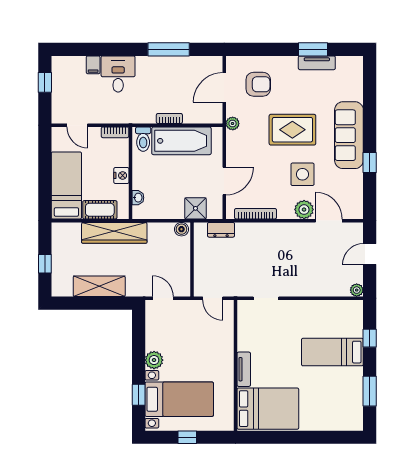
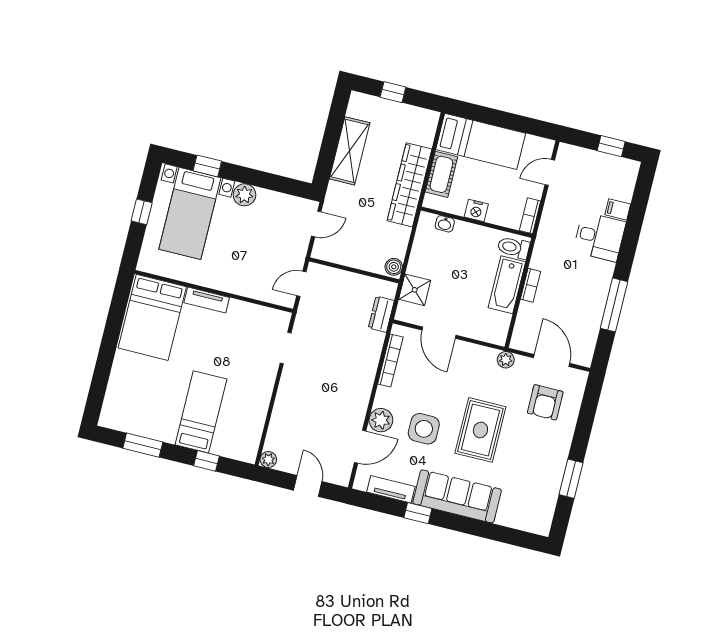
tv unit: (317, 63) -> (391, 489), moved, turned 90
bathtub: (181, 141) -> (507, 285), width x0.73, depth x0.73

